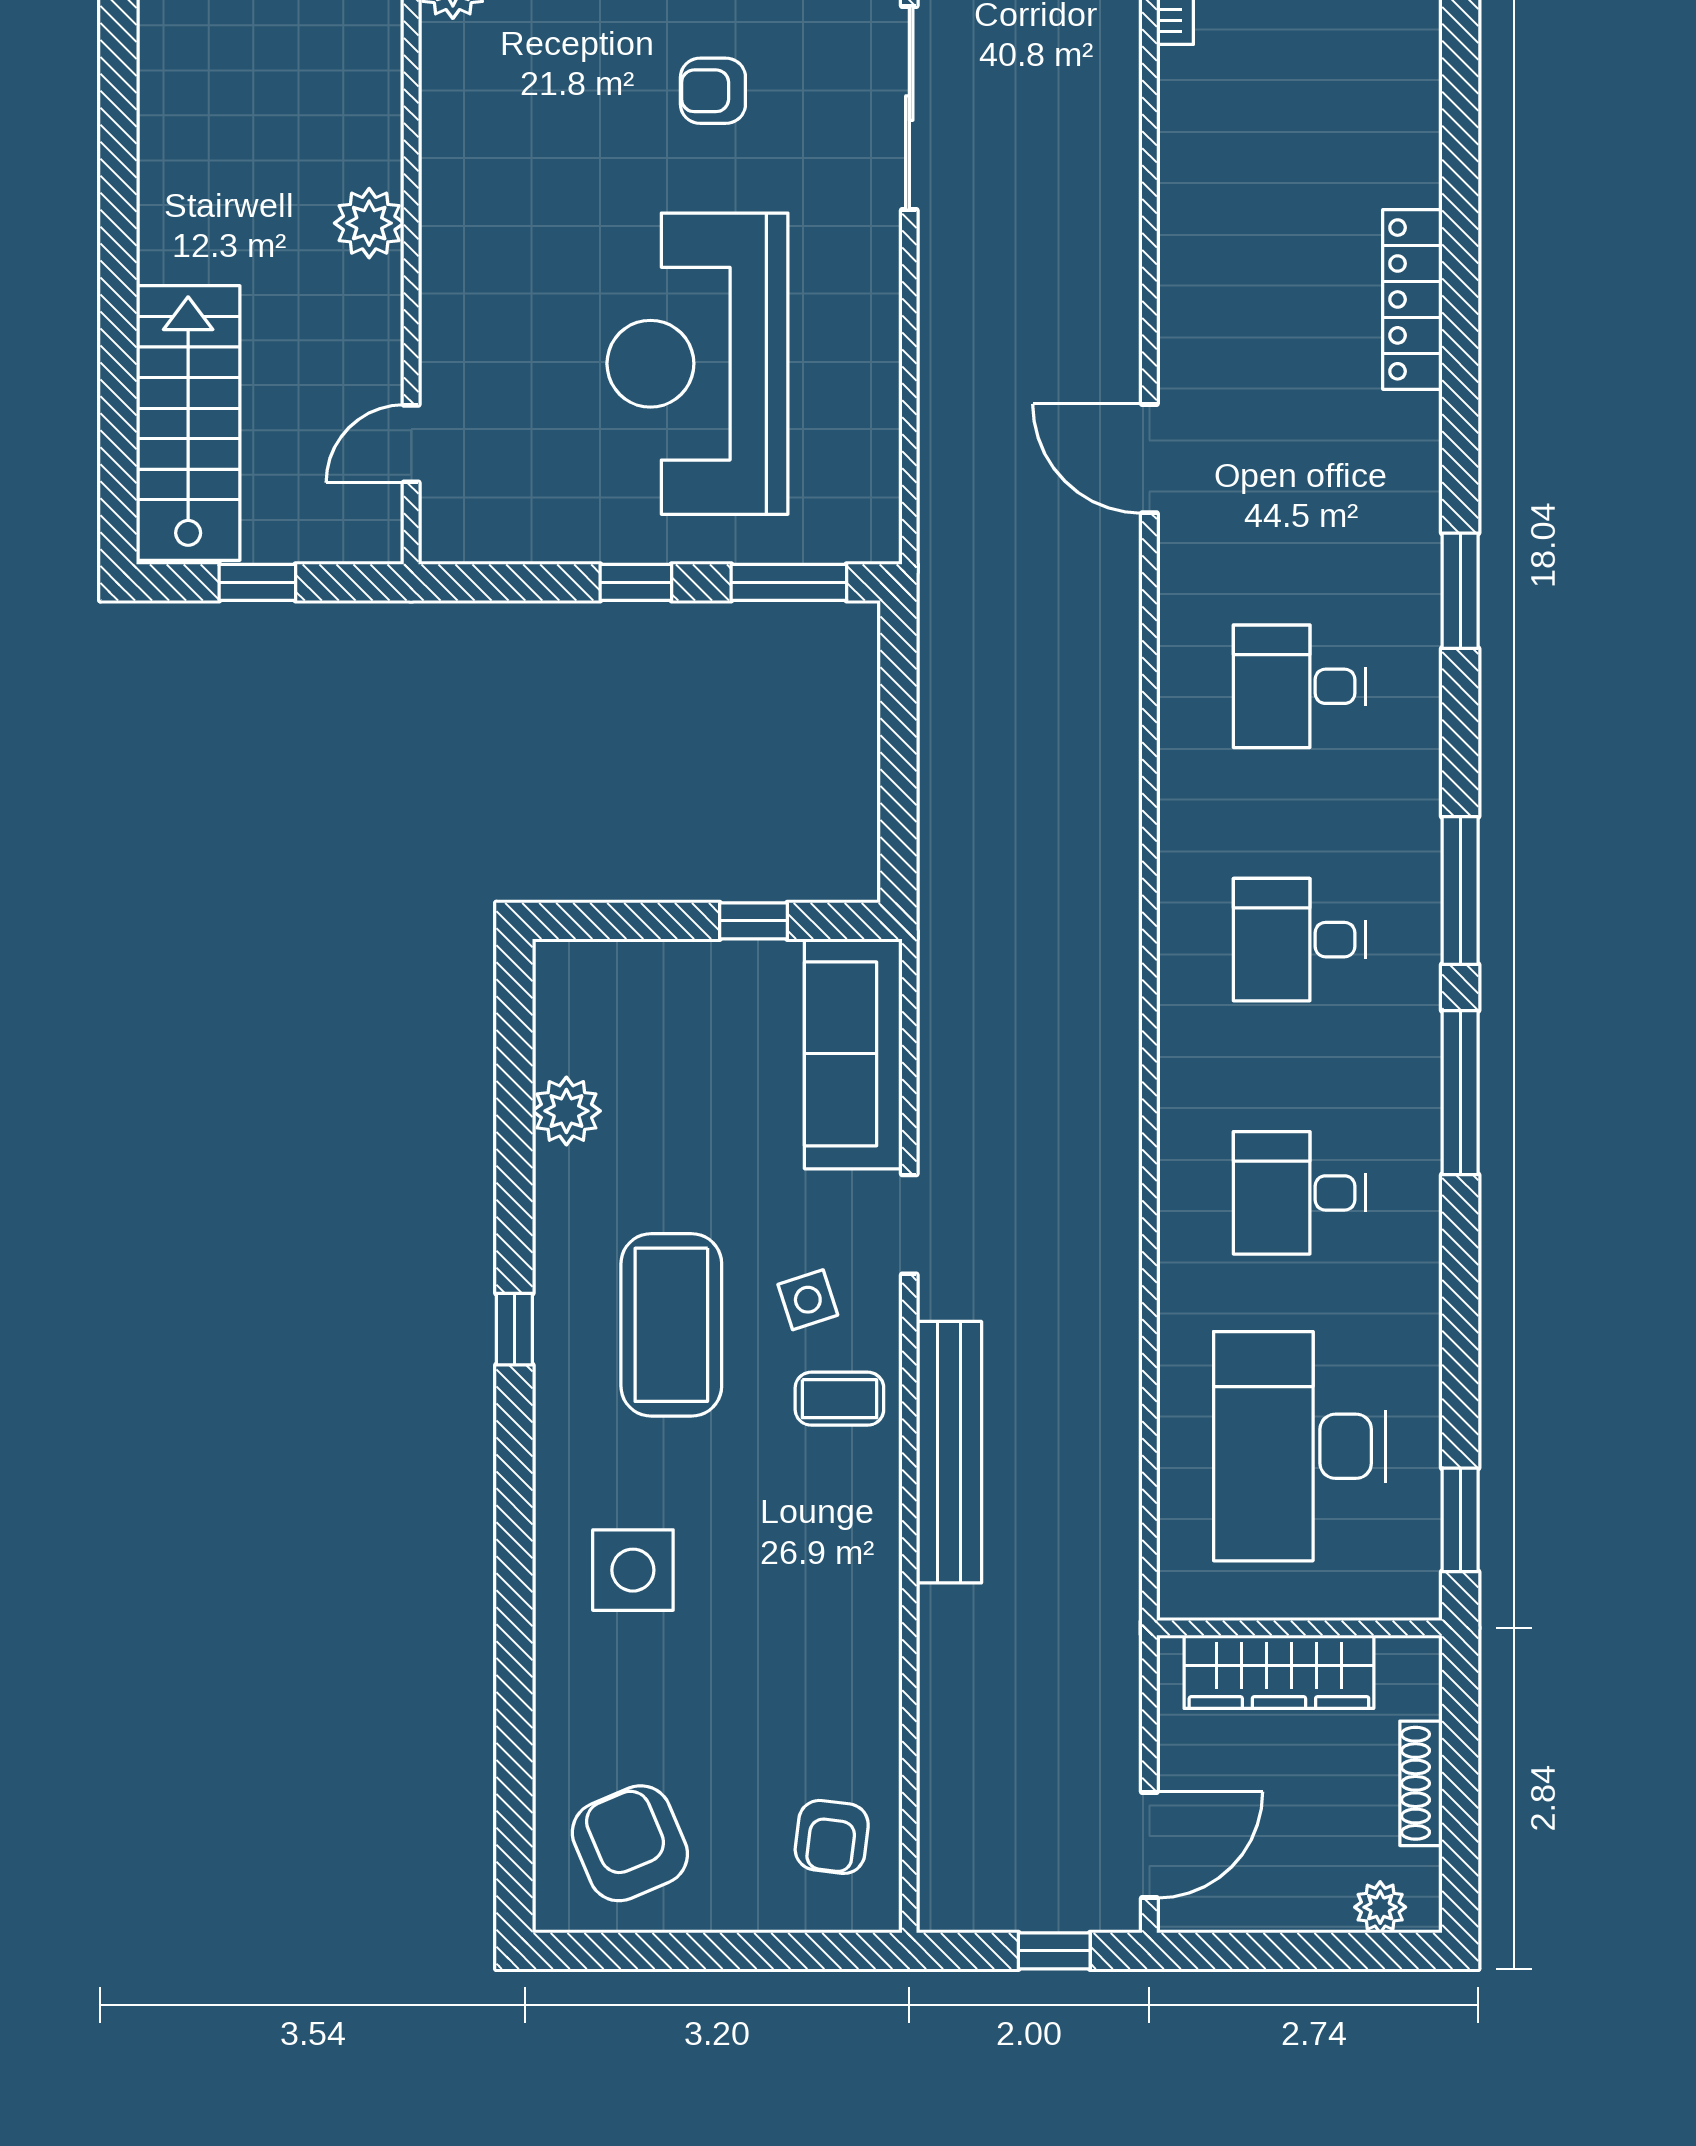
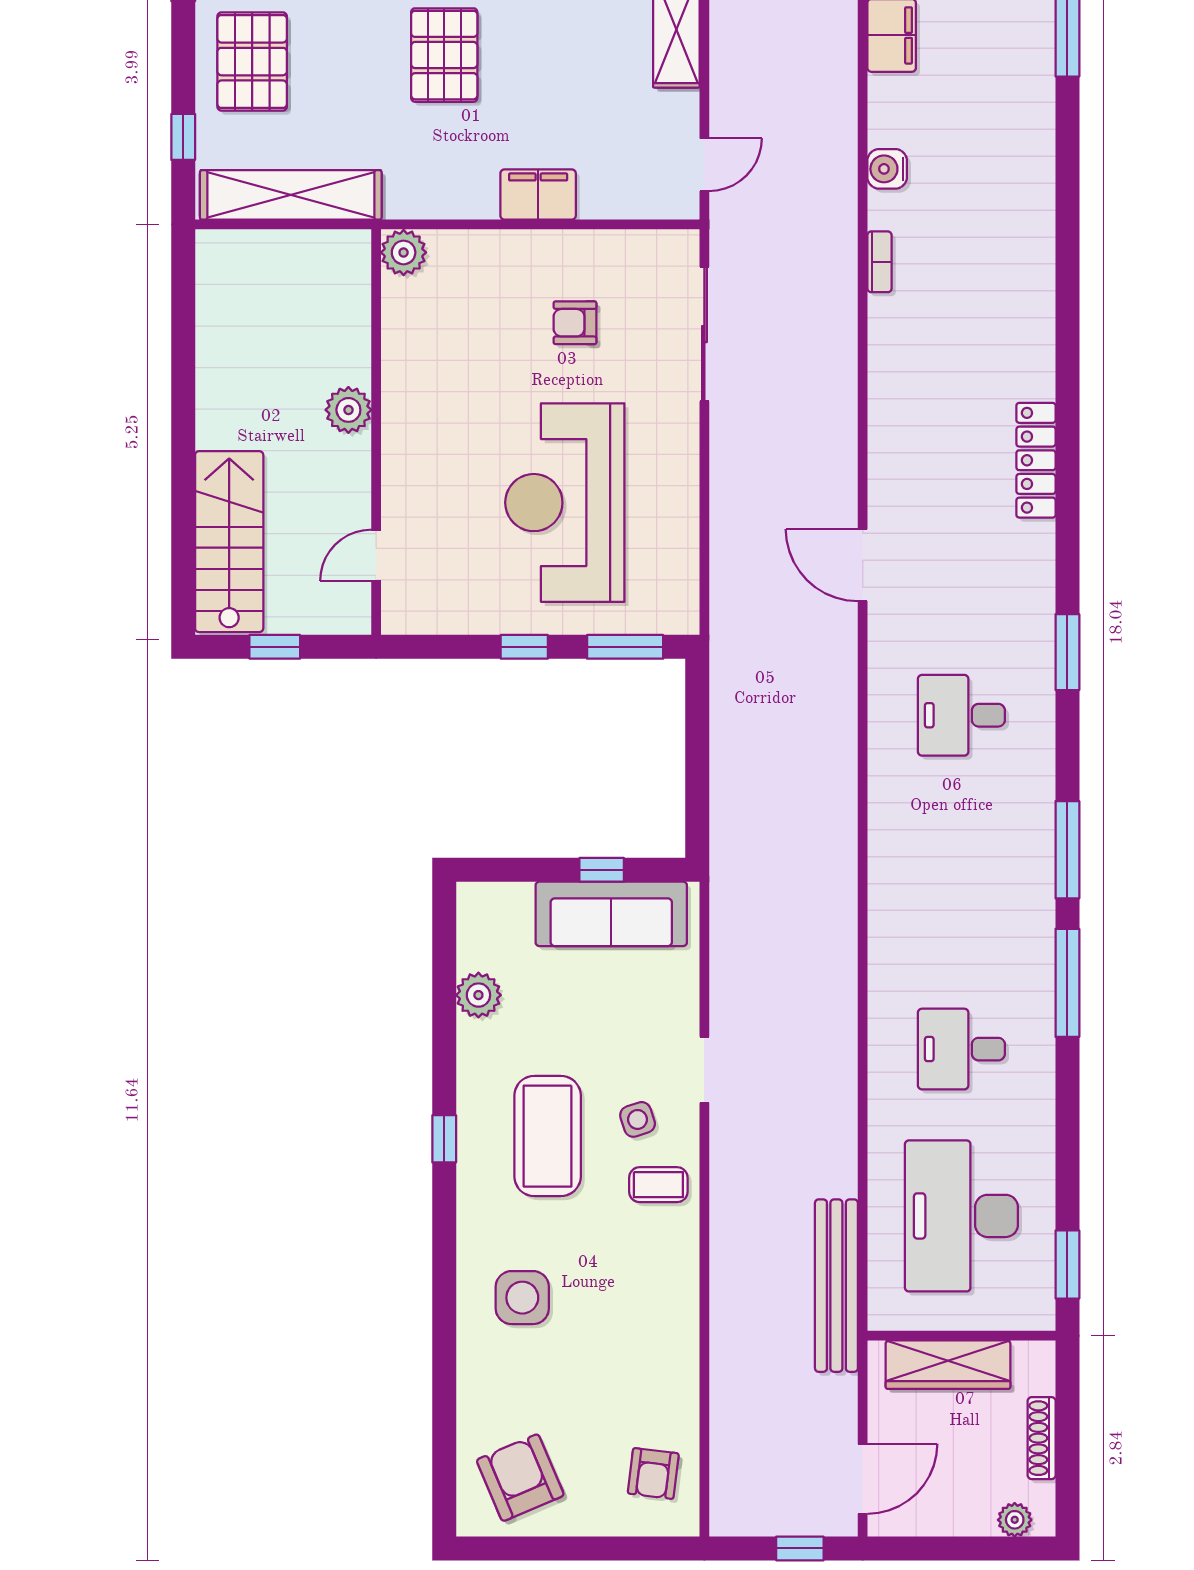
desk: (1299, 940) -> (961, 882), removed
sofa: (853, 1054) -> (611, 914), moved, turned -90
bench: (949, 1452) -> (836, 1286), moved

